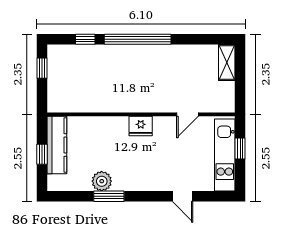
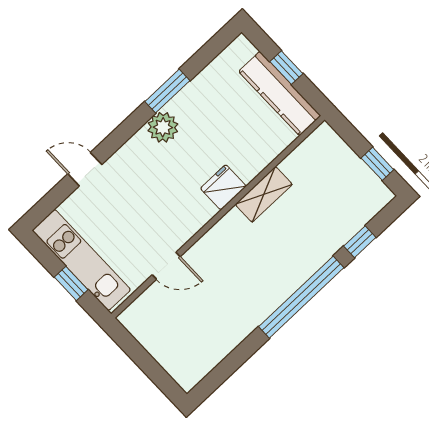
shelving: (227, 63) -> (264, 194), moved, turned 90
door: (187, 114) -> (166, 266), swing flipped
fridge: (141, 126) -> (223, 187), moved
plant: (102, 181) -> (163, 127), moved

